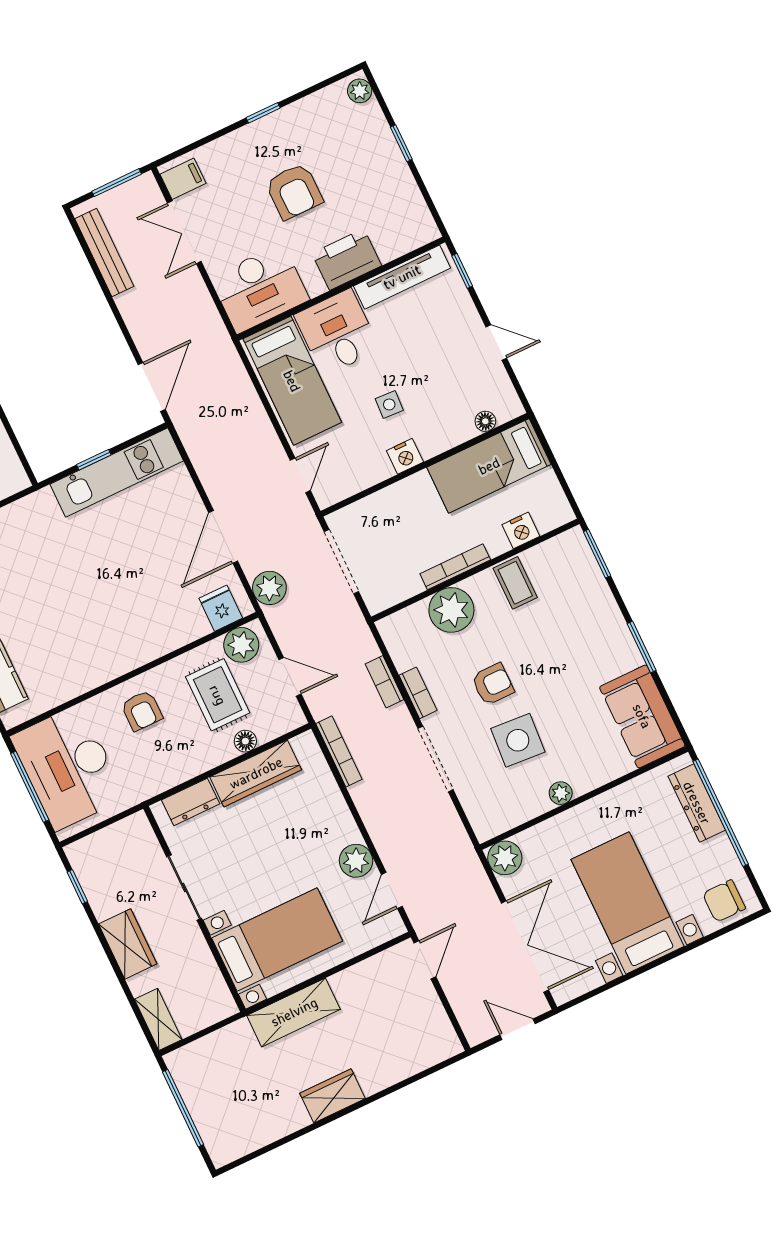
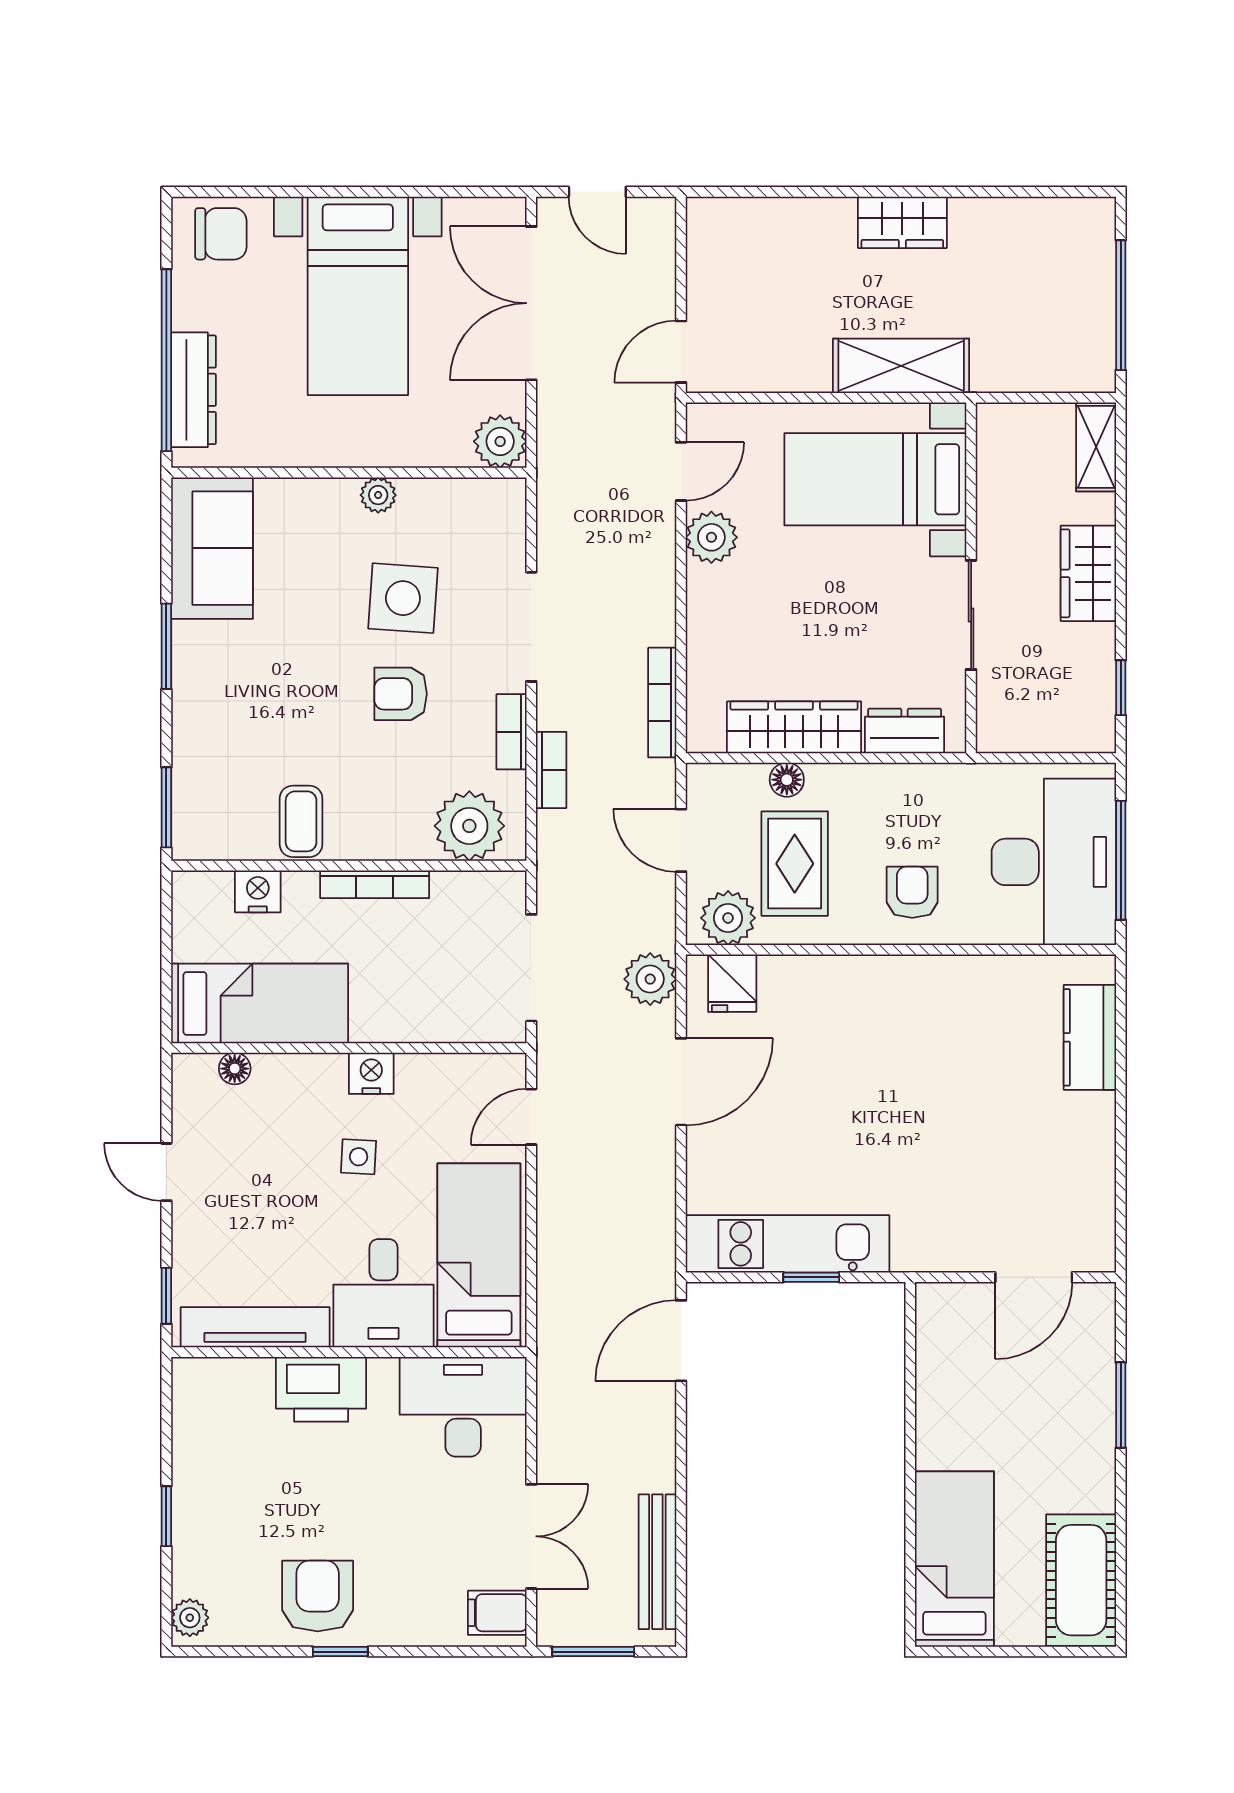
armchair: (294, 191) -> (318, 1596), moved
plant: (451, 610) -> (469, 826), moved

